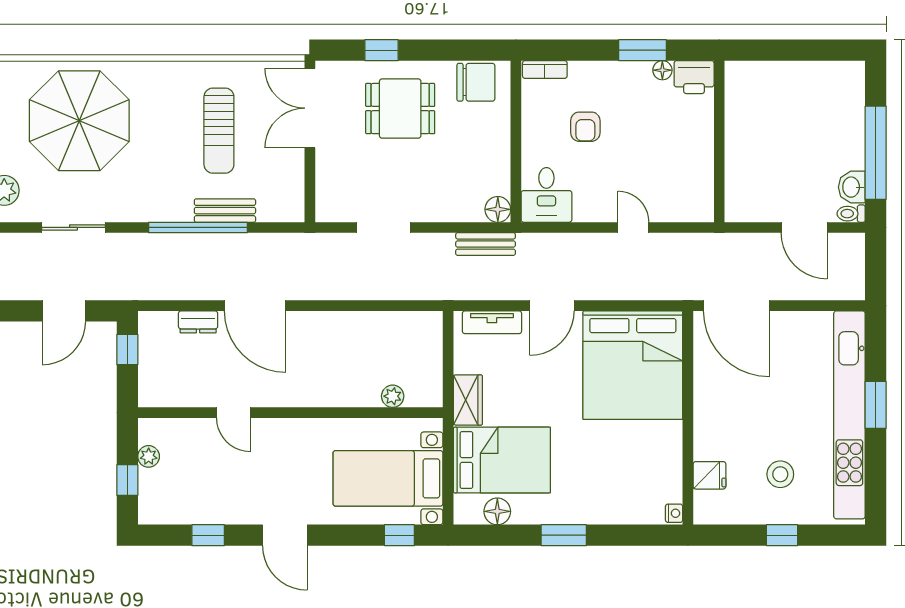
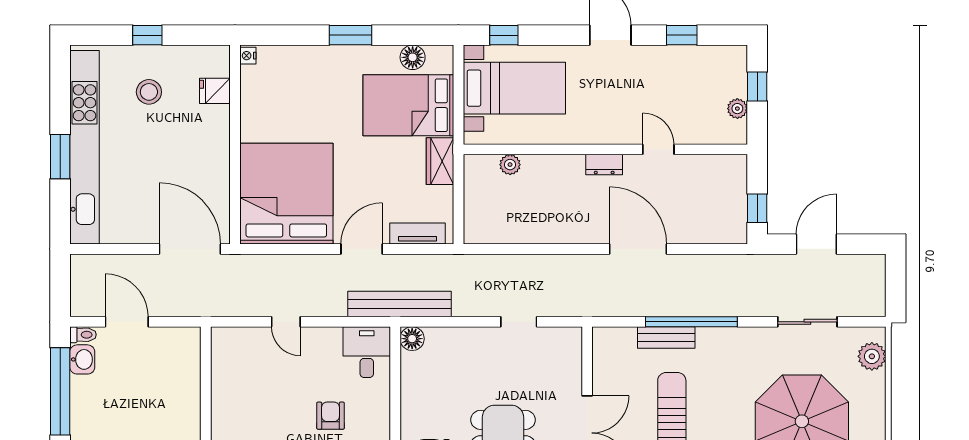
doorway: (383, 227) -> (519, 322), width x0.73
bench: (486, 244) -> (400, 304), width x1.86, depth x1.21
dresser: (198, 322) -> (604, 164), moved, turned 180

